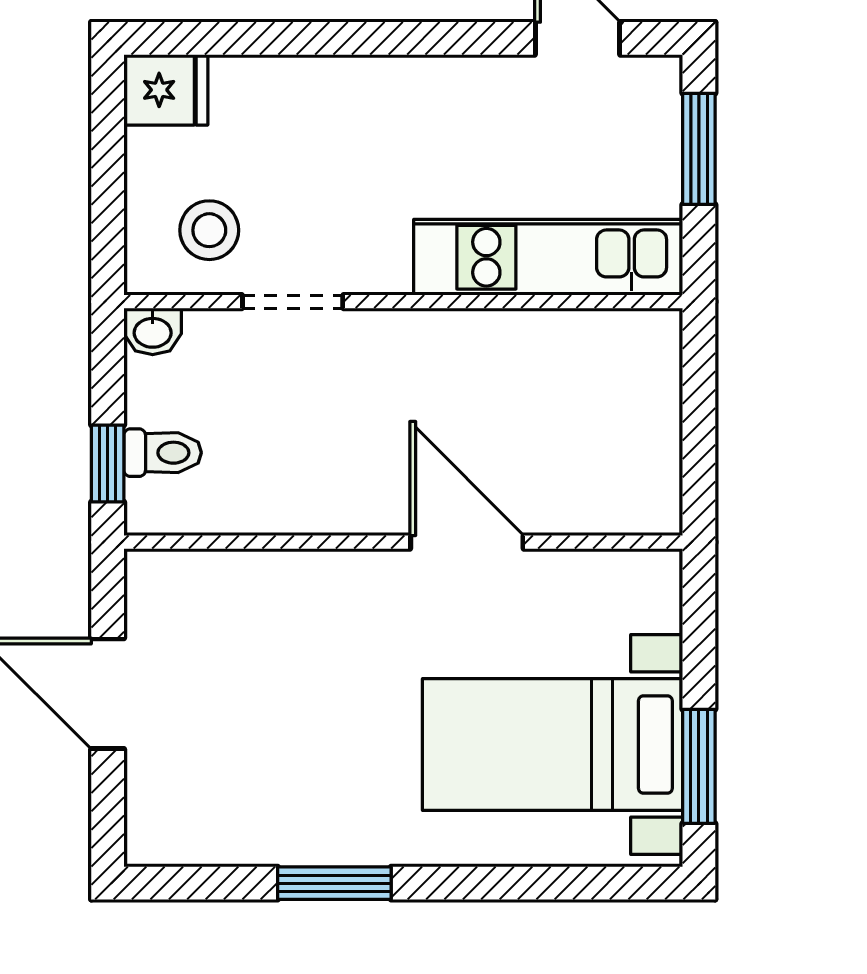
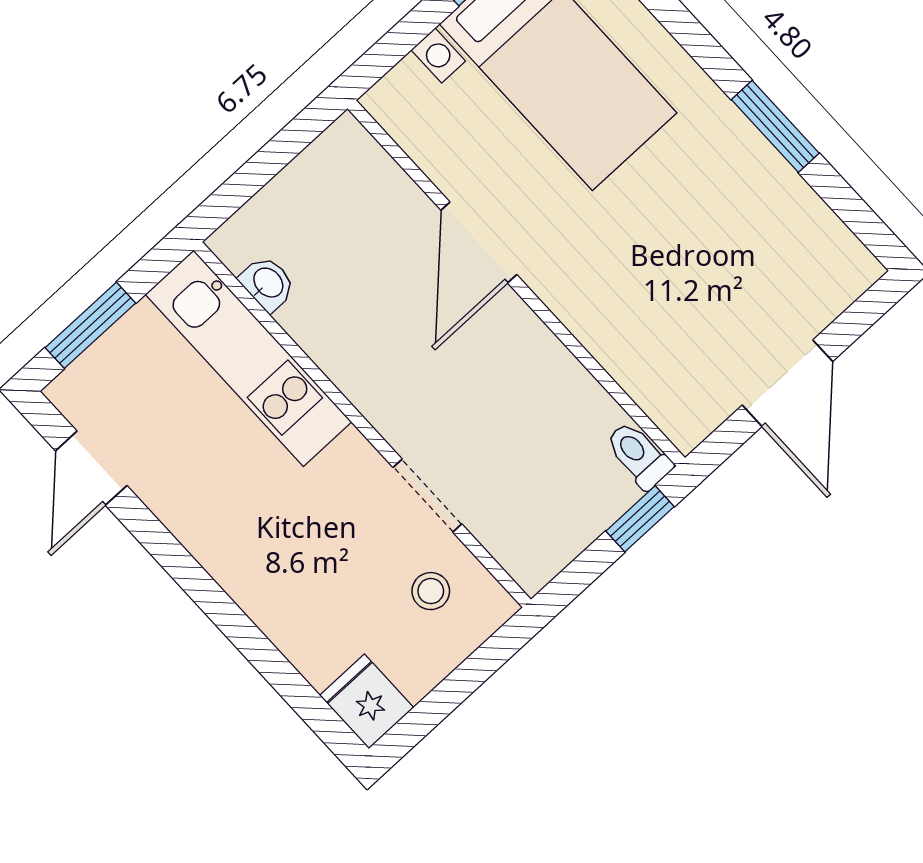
stool: (209, 230) -> (431, 591), width x0.73, depth x0.73
washbasin: (153, 331) -> (267, 283), moved
toilet: (163, 453) -> (639, 455), moved

